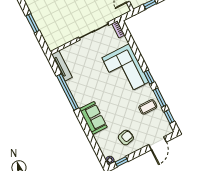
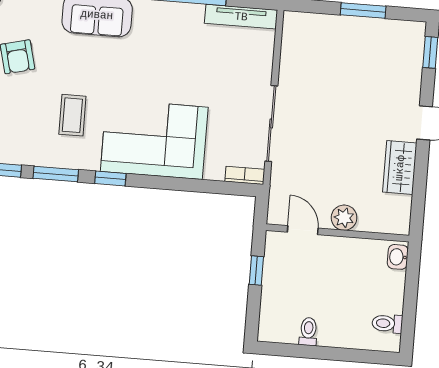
coffee table: (148, 107) -> (72, 115), moved

